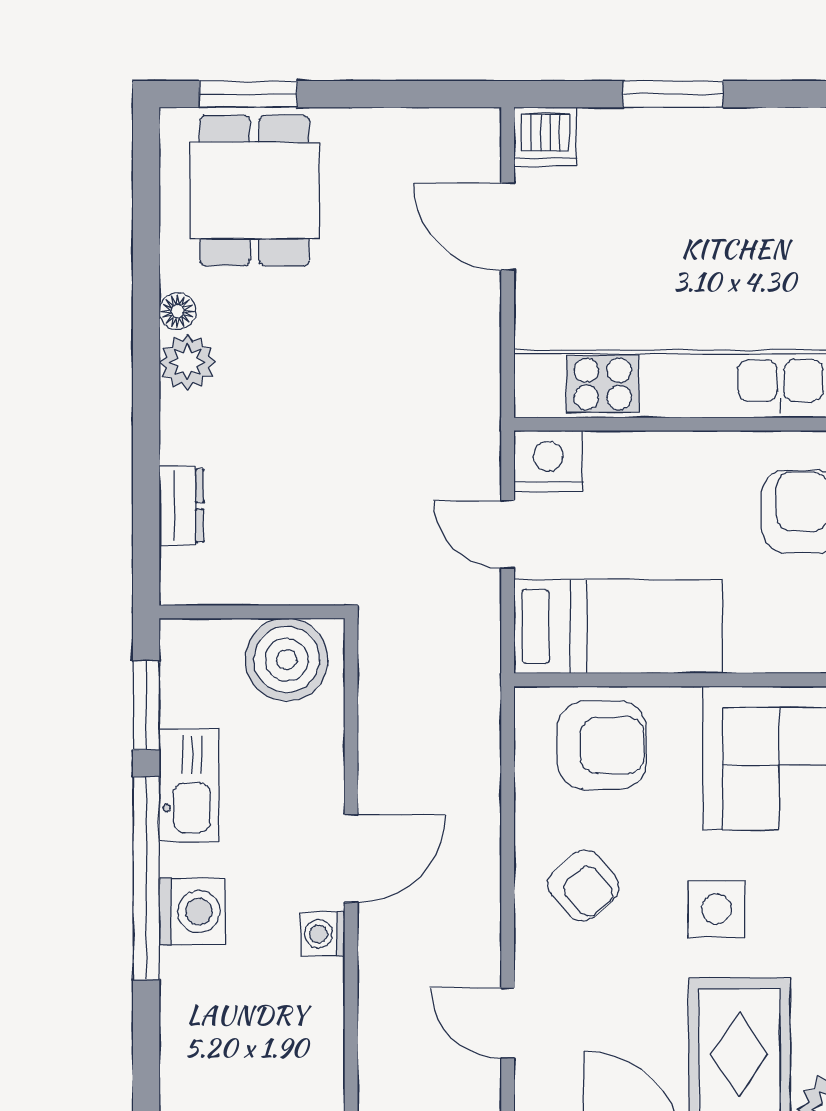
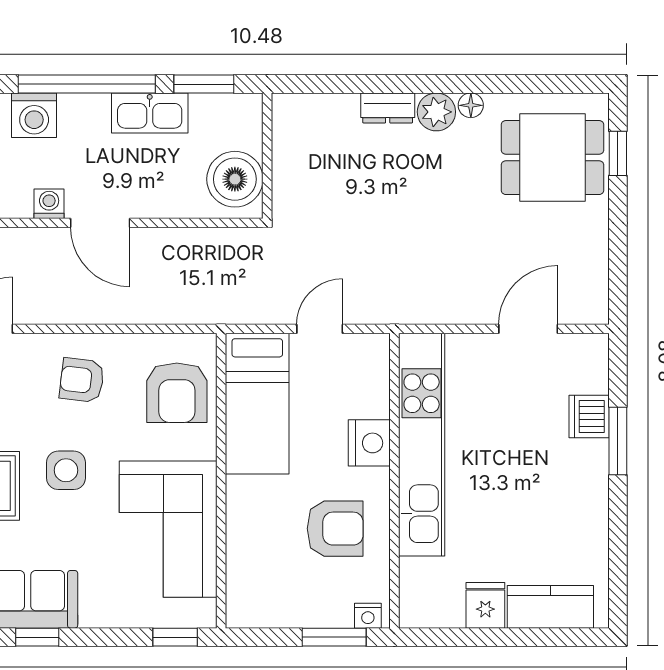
window: (248, 94) -> (618, 153), width x0.67
dishwasher: (545, 137) -> (589, 416), moved
nightstand: (548, 461) -> (369, 443), moved
dresser: (181, 506) -> (388, 108), moved
armchair: (583, 886) -> (82, 380), turned 48
washing machine: (192, 911) -> (34, 115), moved

